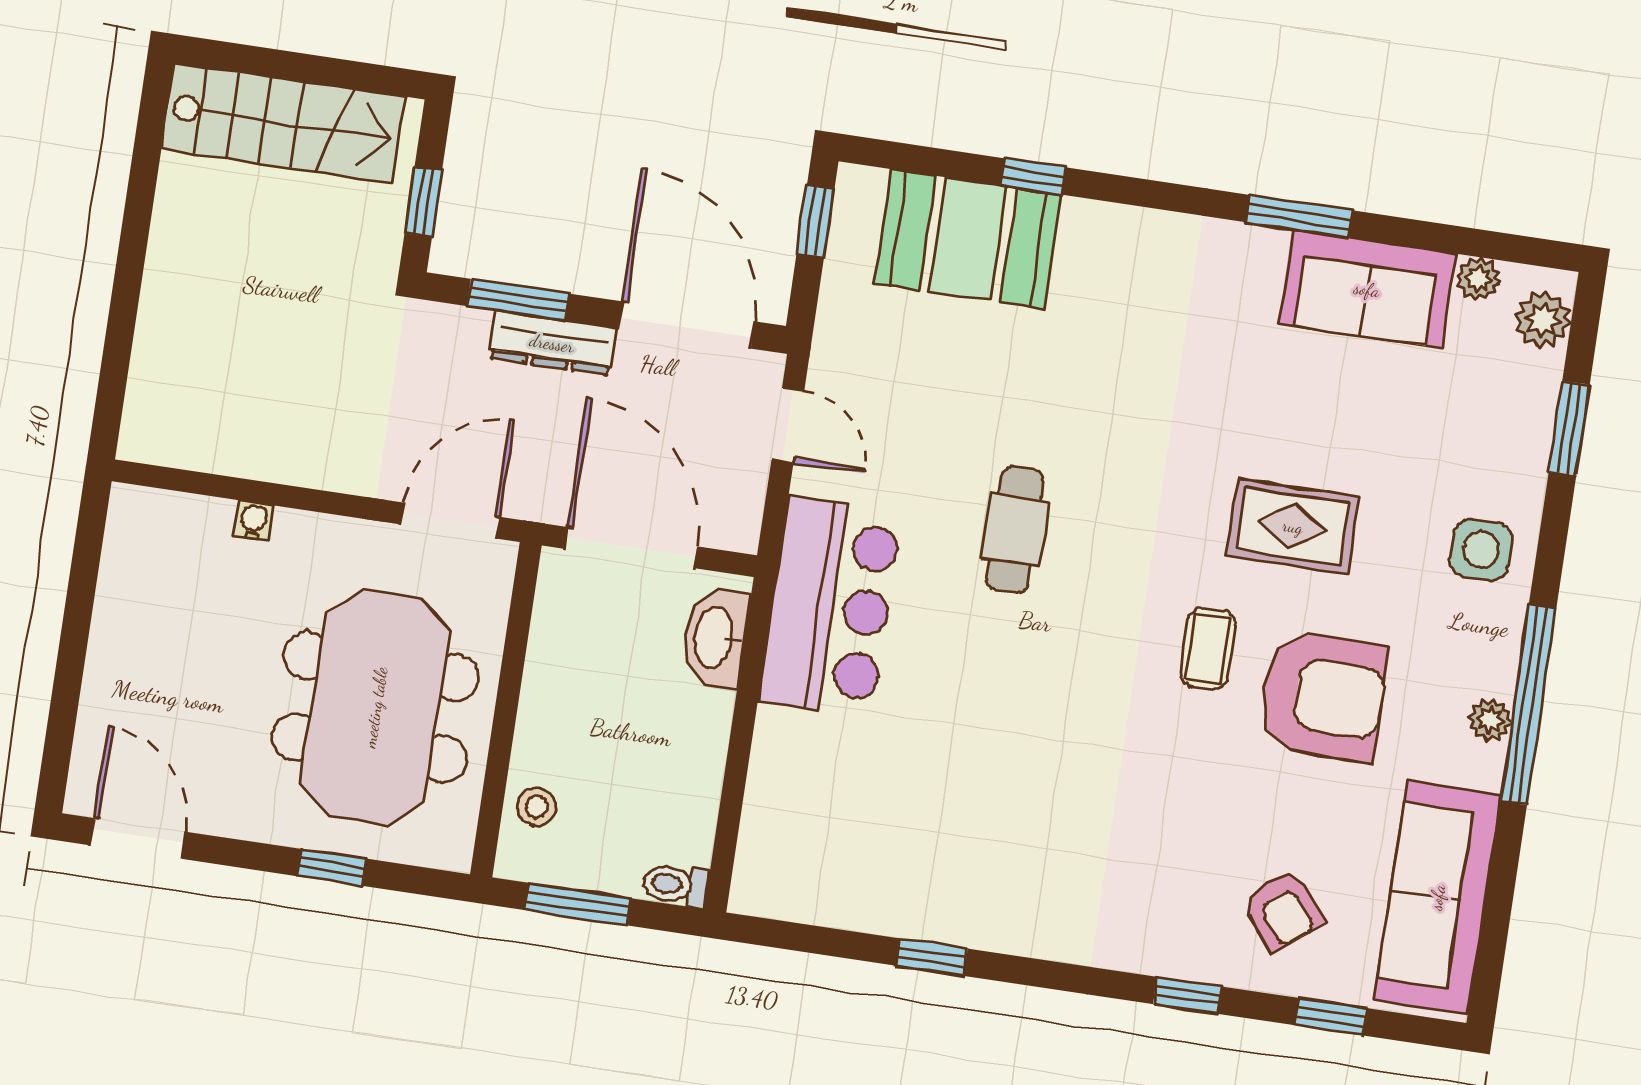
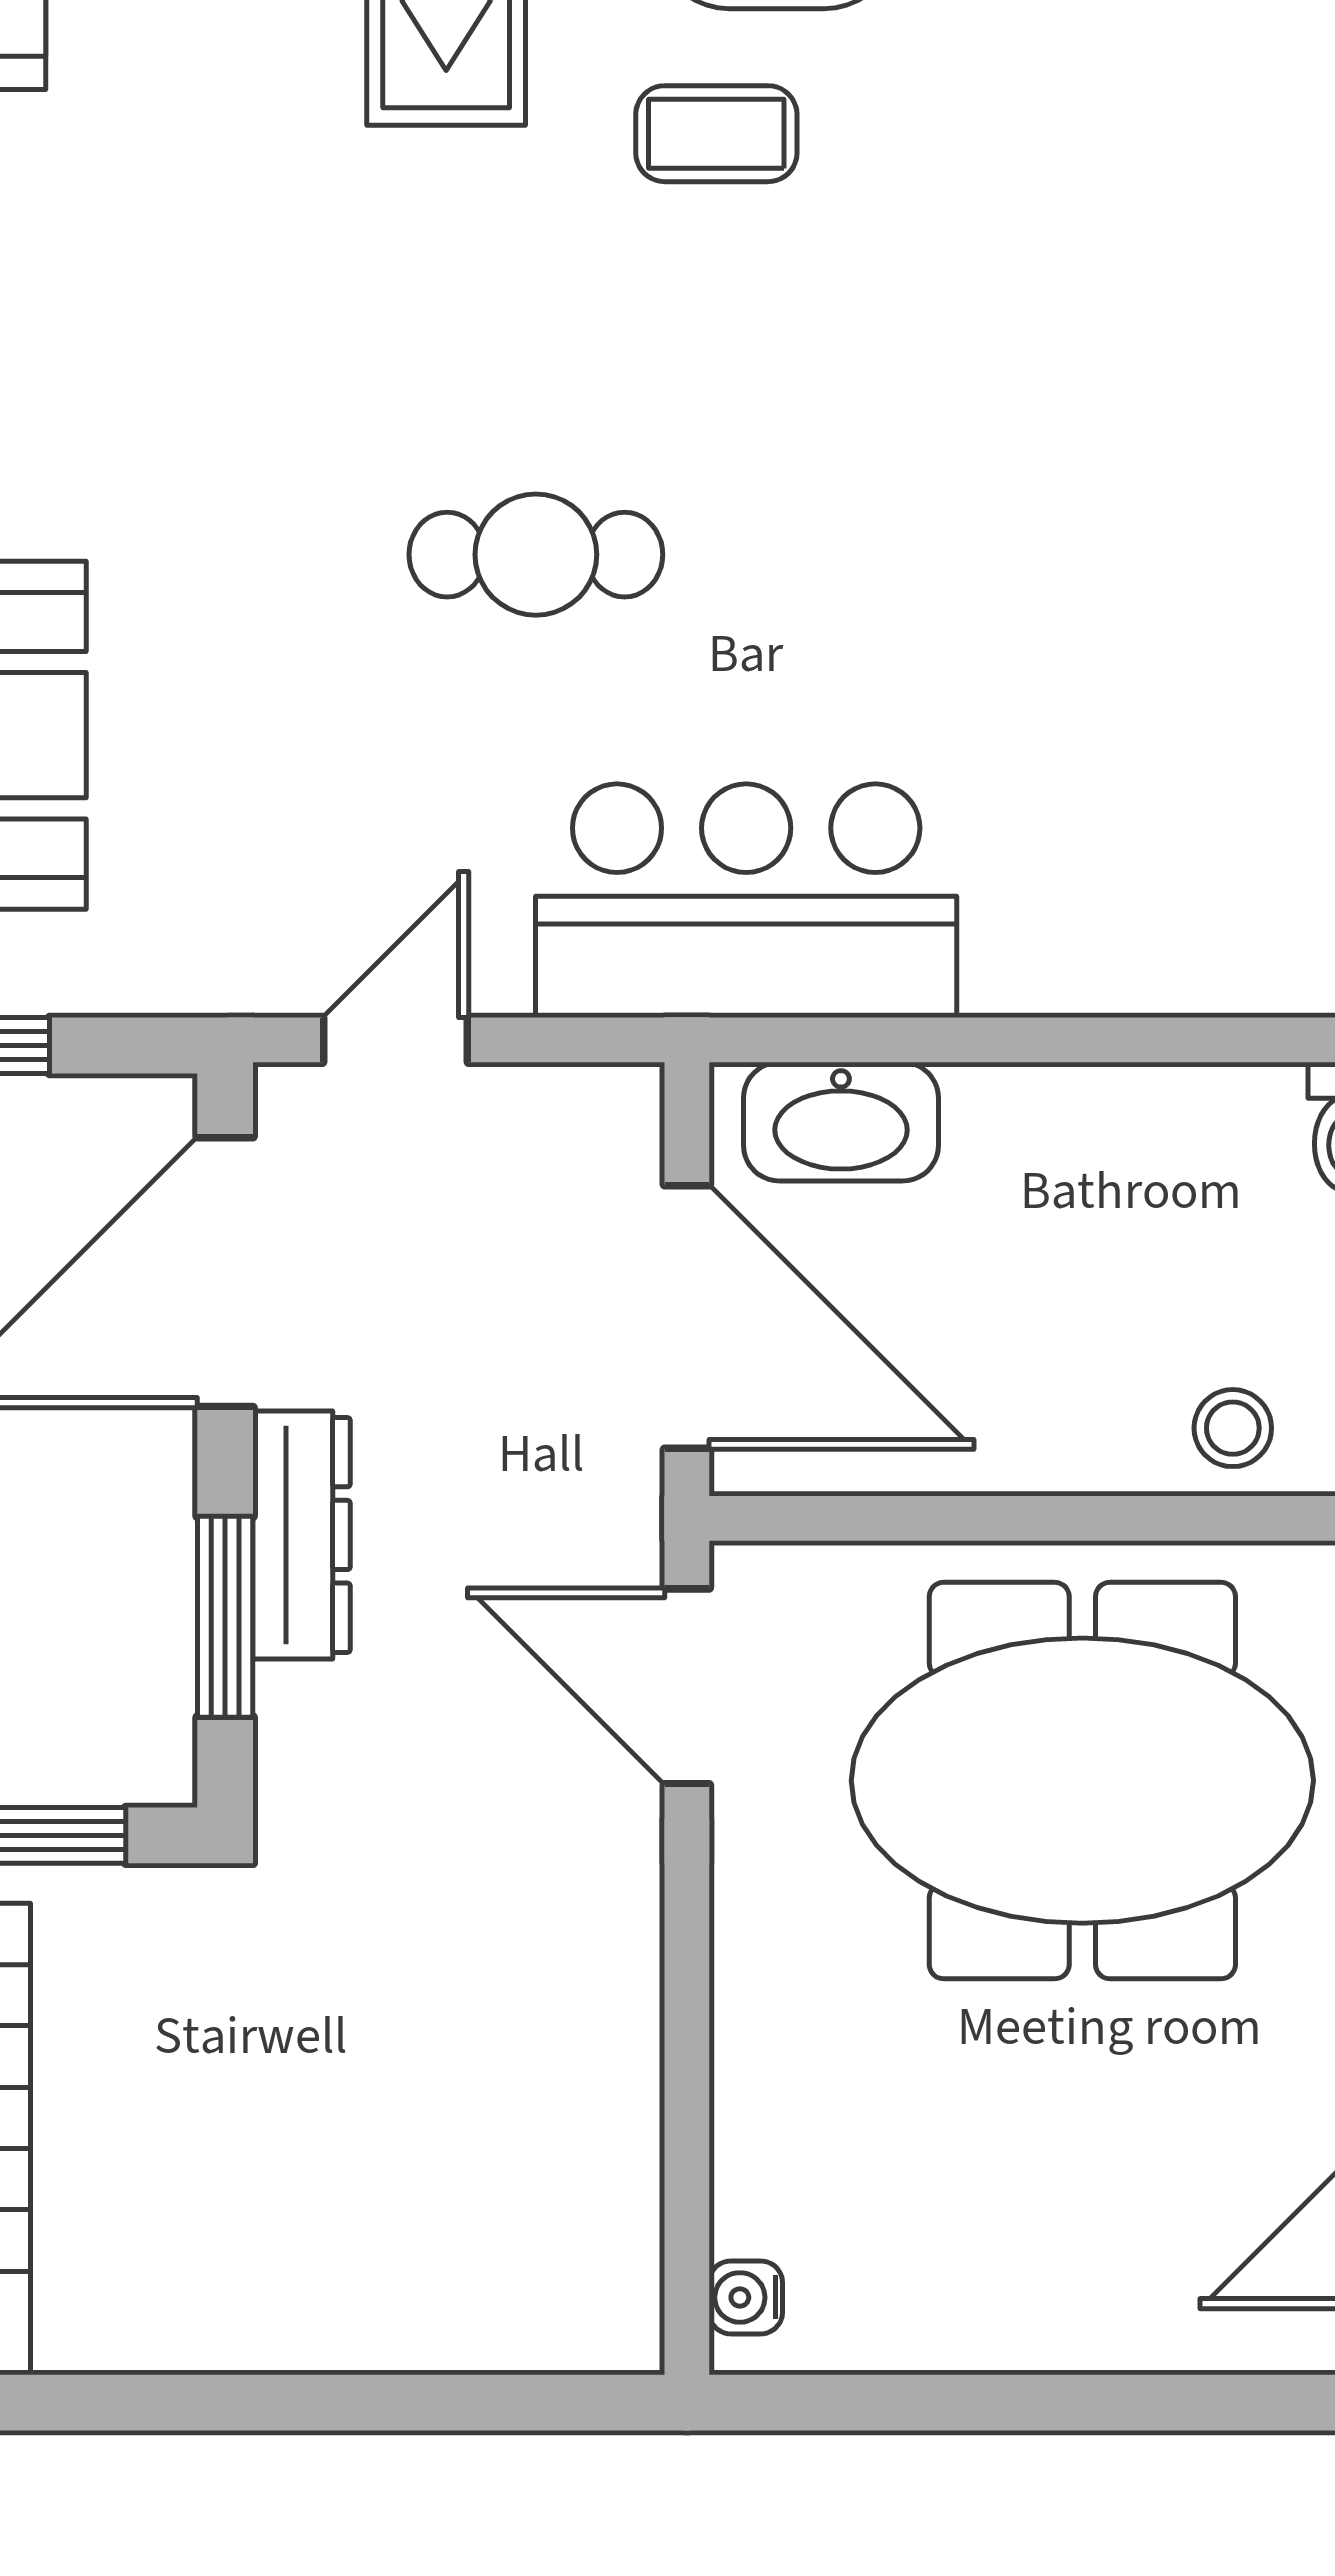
water cooler: (254, 521) -> (746, 2297), moved
door: (631, 548) -> (687, 1317), swing flipped

